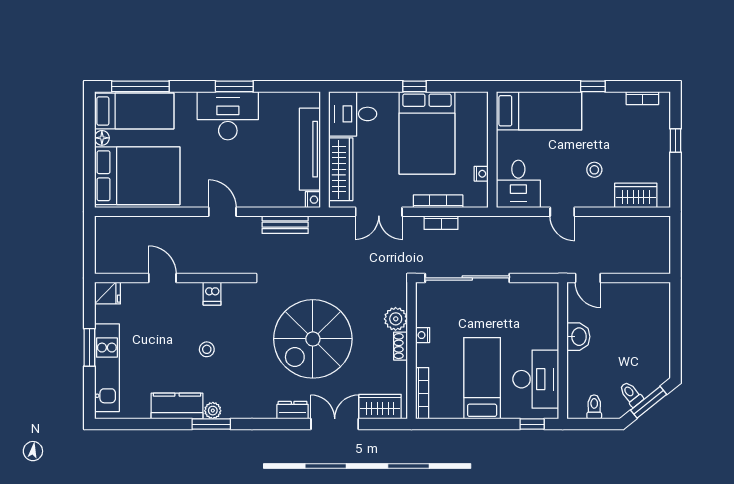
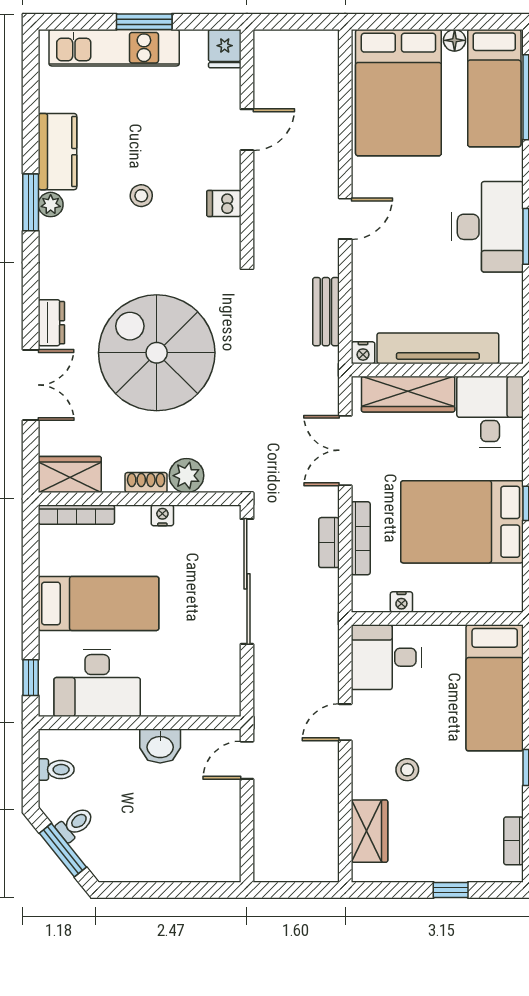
wardrobe: (380, 407) -> (70, 474), moved, turned -90

